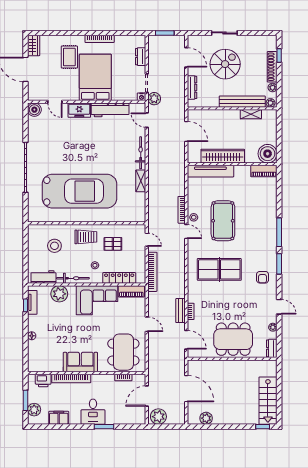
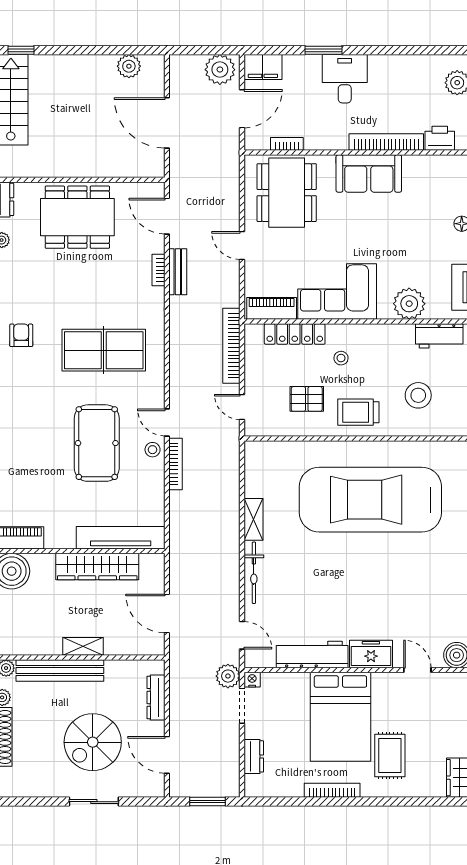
shelving: (251, 114) -> (83, 646), moved
bicycle: (73, 278) -> (383, 333), removed
filing cabinet: (59, 418) -> (263, 67), moved

